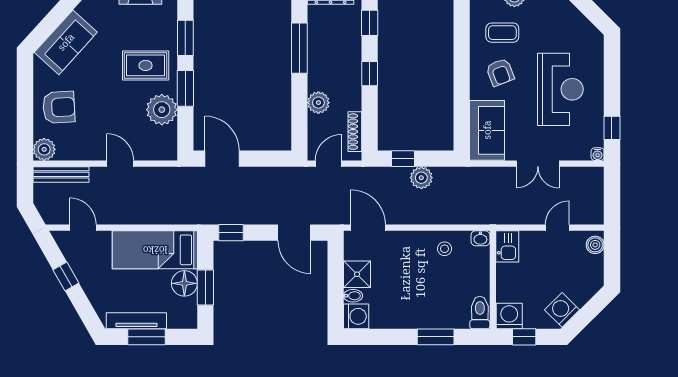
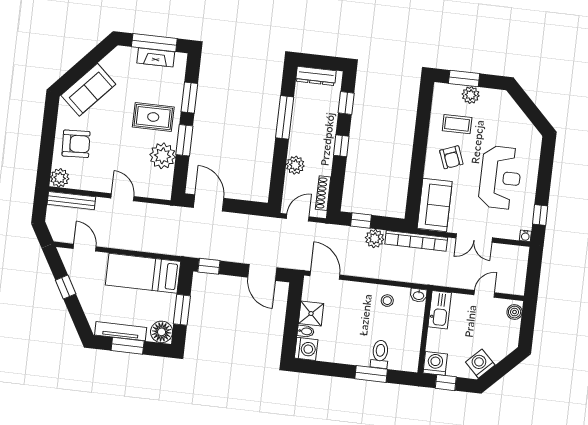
bookcase: (470, 175) -> (416, 241), added
kitchen sink: (507, 246) -> (440, 310), width x1.38
floor lamp: (184, 283) -> (162, 332), moved
toilet: (480, 313) -> (380, 354), moved

